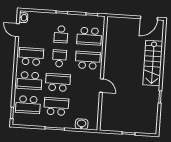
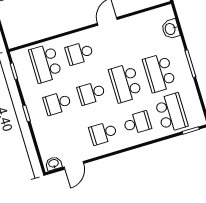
school desk: (61, 34) -> (57, 103), turned 180
school desk: (89, 36) -> (45, 63), turned 180
school desk: (31, 56) -> (103, 133), width x0.54
school desk: (88, 60) -> (79, 53), width x0.54
school desk: (30, 81) -> (137, 123), width x0.54

